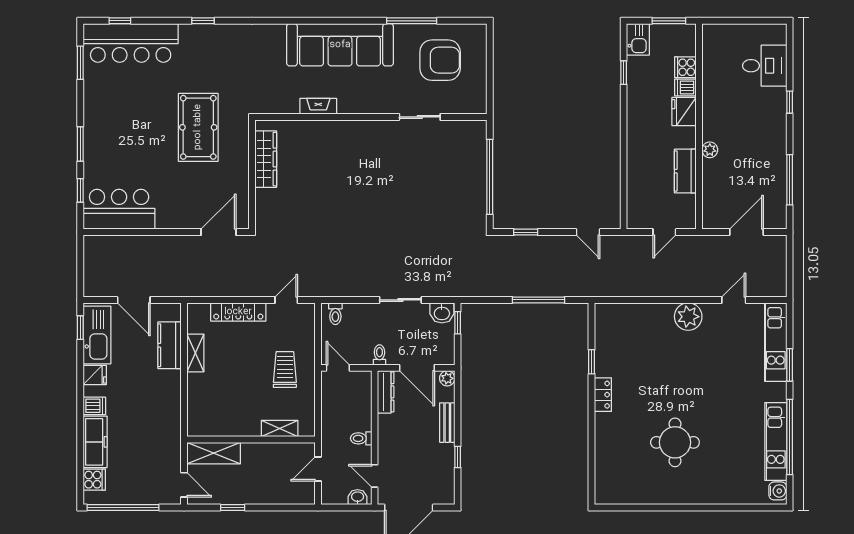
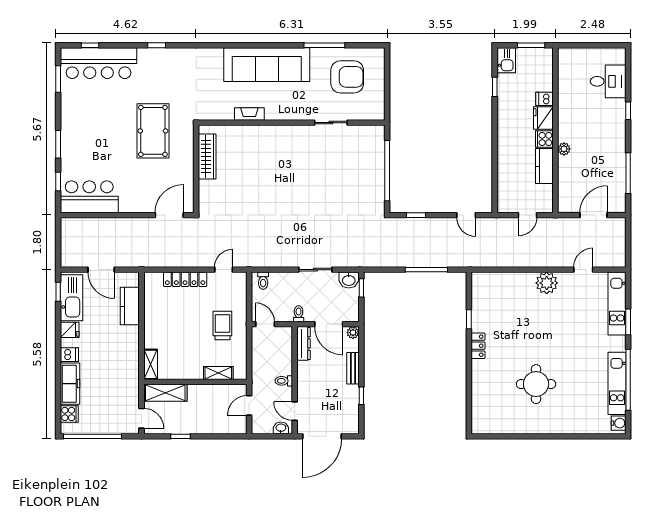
cooker: (685, 67) -> (544, 139), moved
shelving: (195, 353) -> (151, 364), moved

